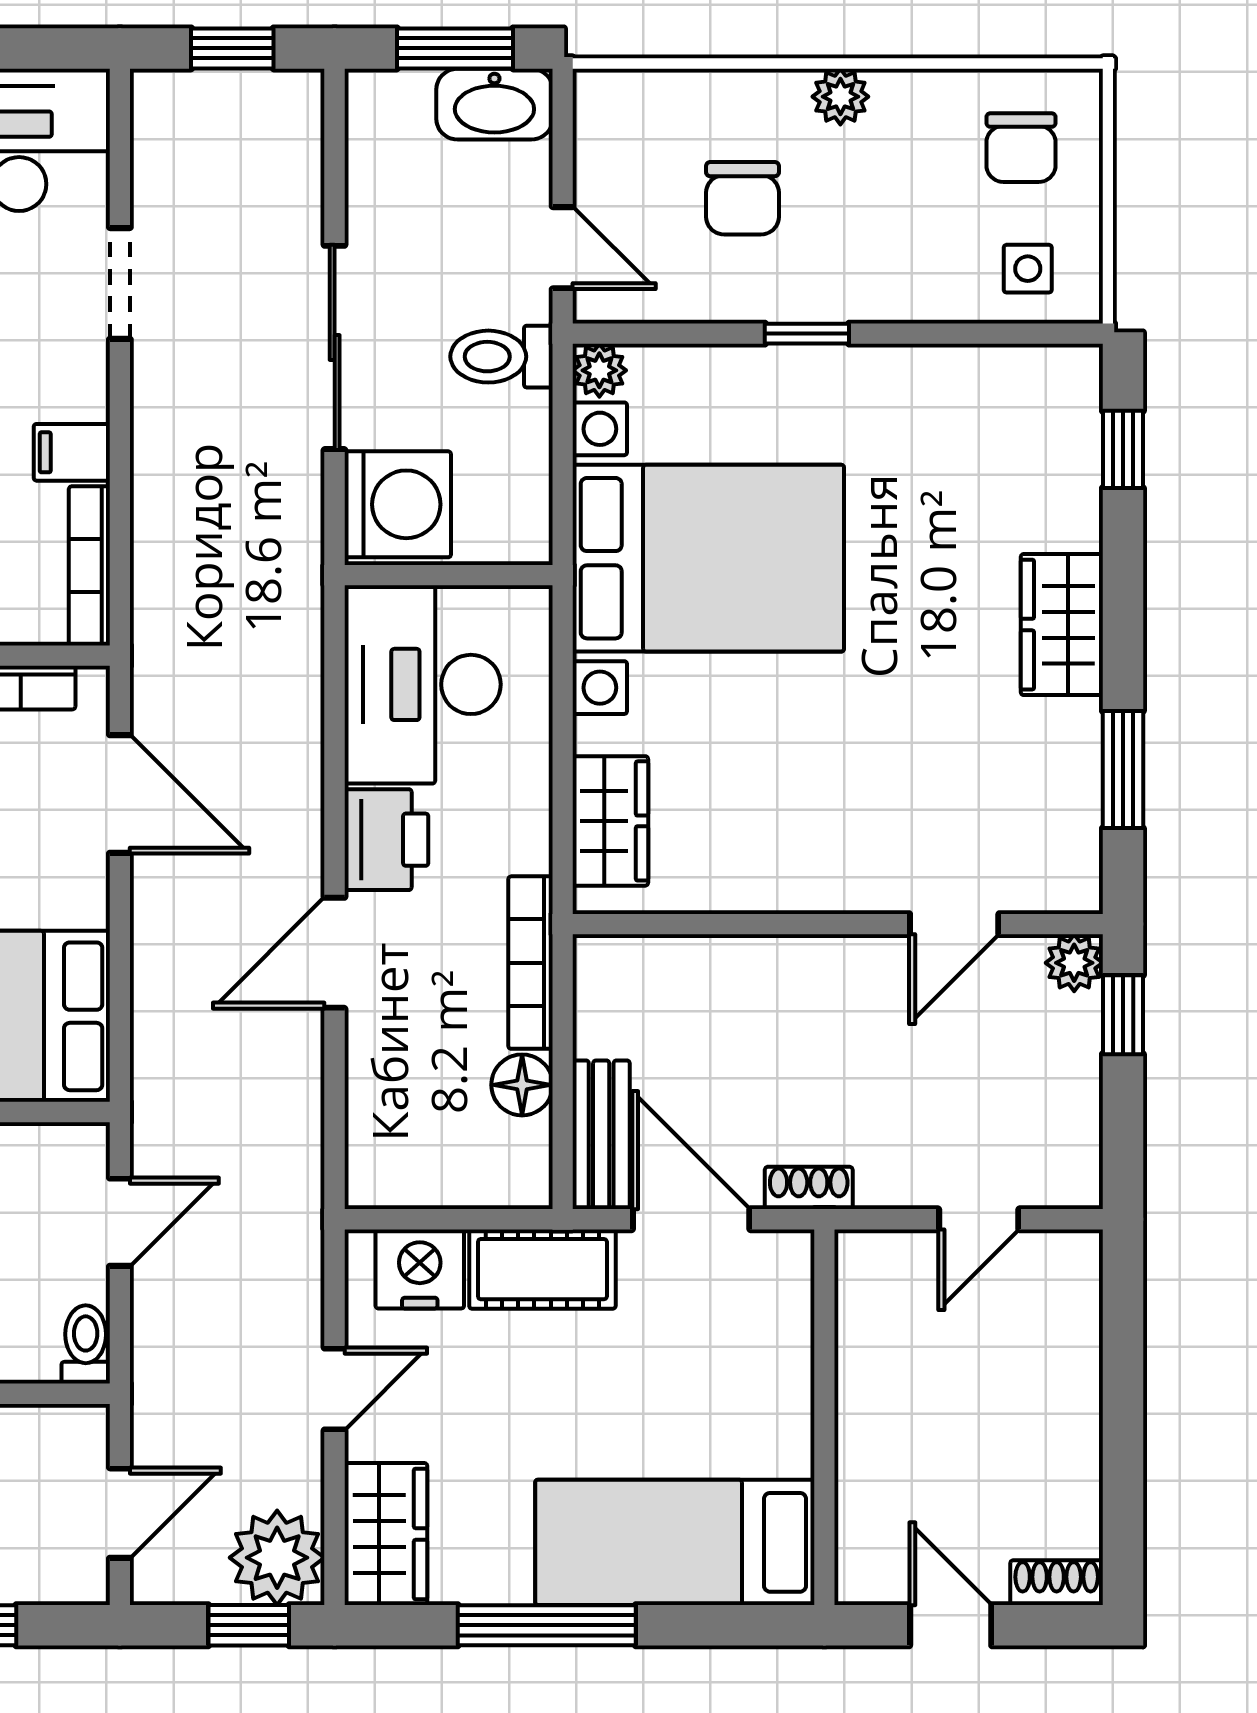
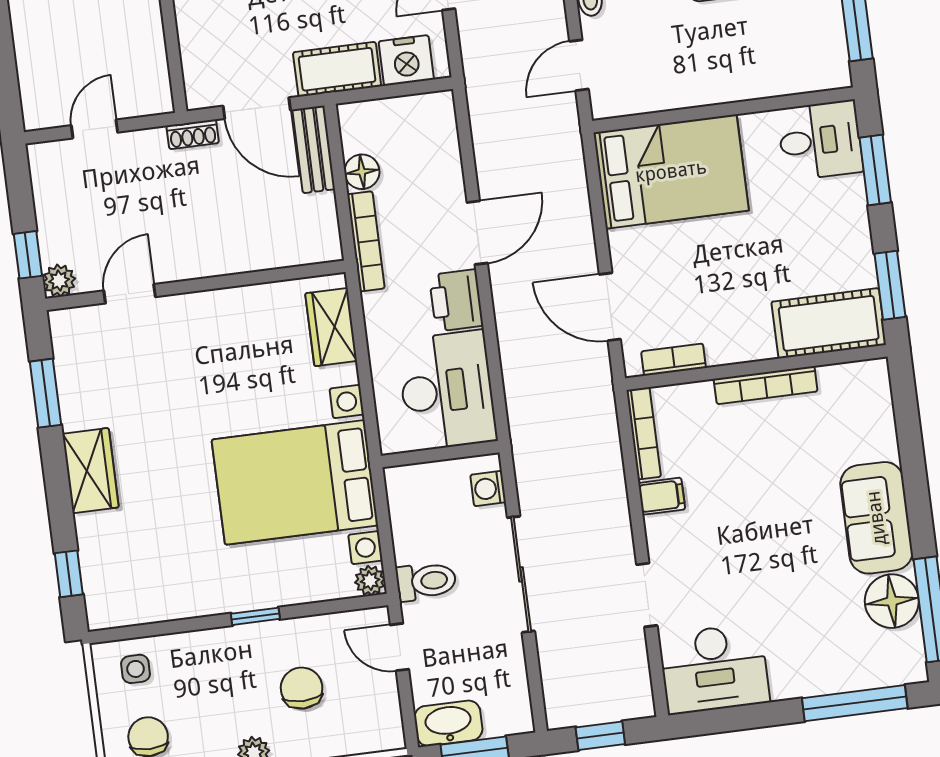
washing machine: (398, 504) -> (488, 489), width x0.53, depth x0.53

